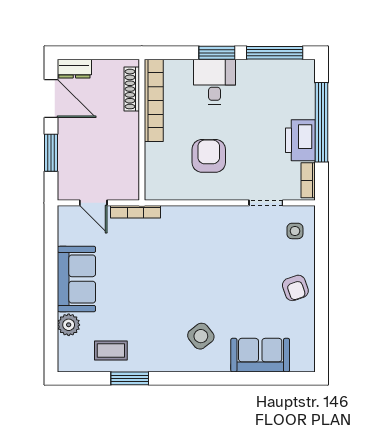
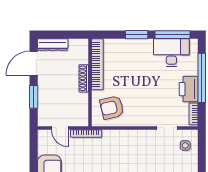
dresser: (74, 69) -> (53, 45), width x1.44
desk: (215, 82) -> (171, 53), moved, width x1.37
shoe rack: (132, 89) -> (84, 78), moved
door: (51, 99) -> (34, 63), swing flipped
armchair: (209, 156) -> (112, 107), moved, turned -103

